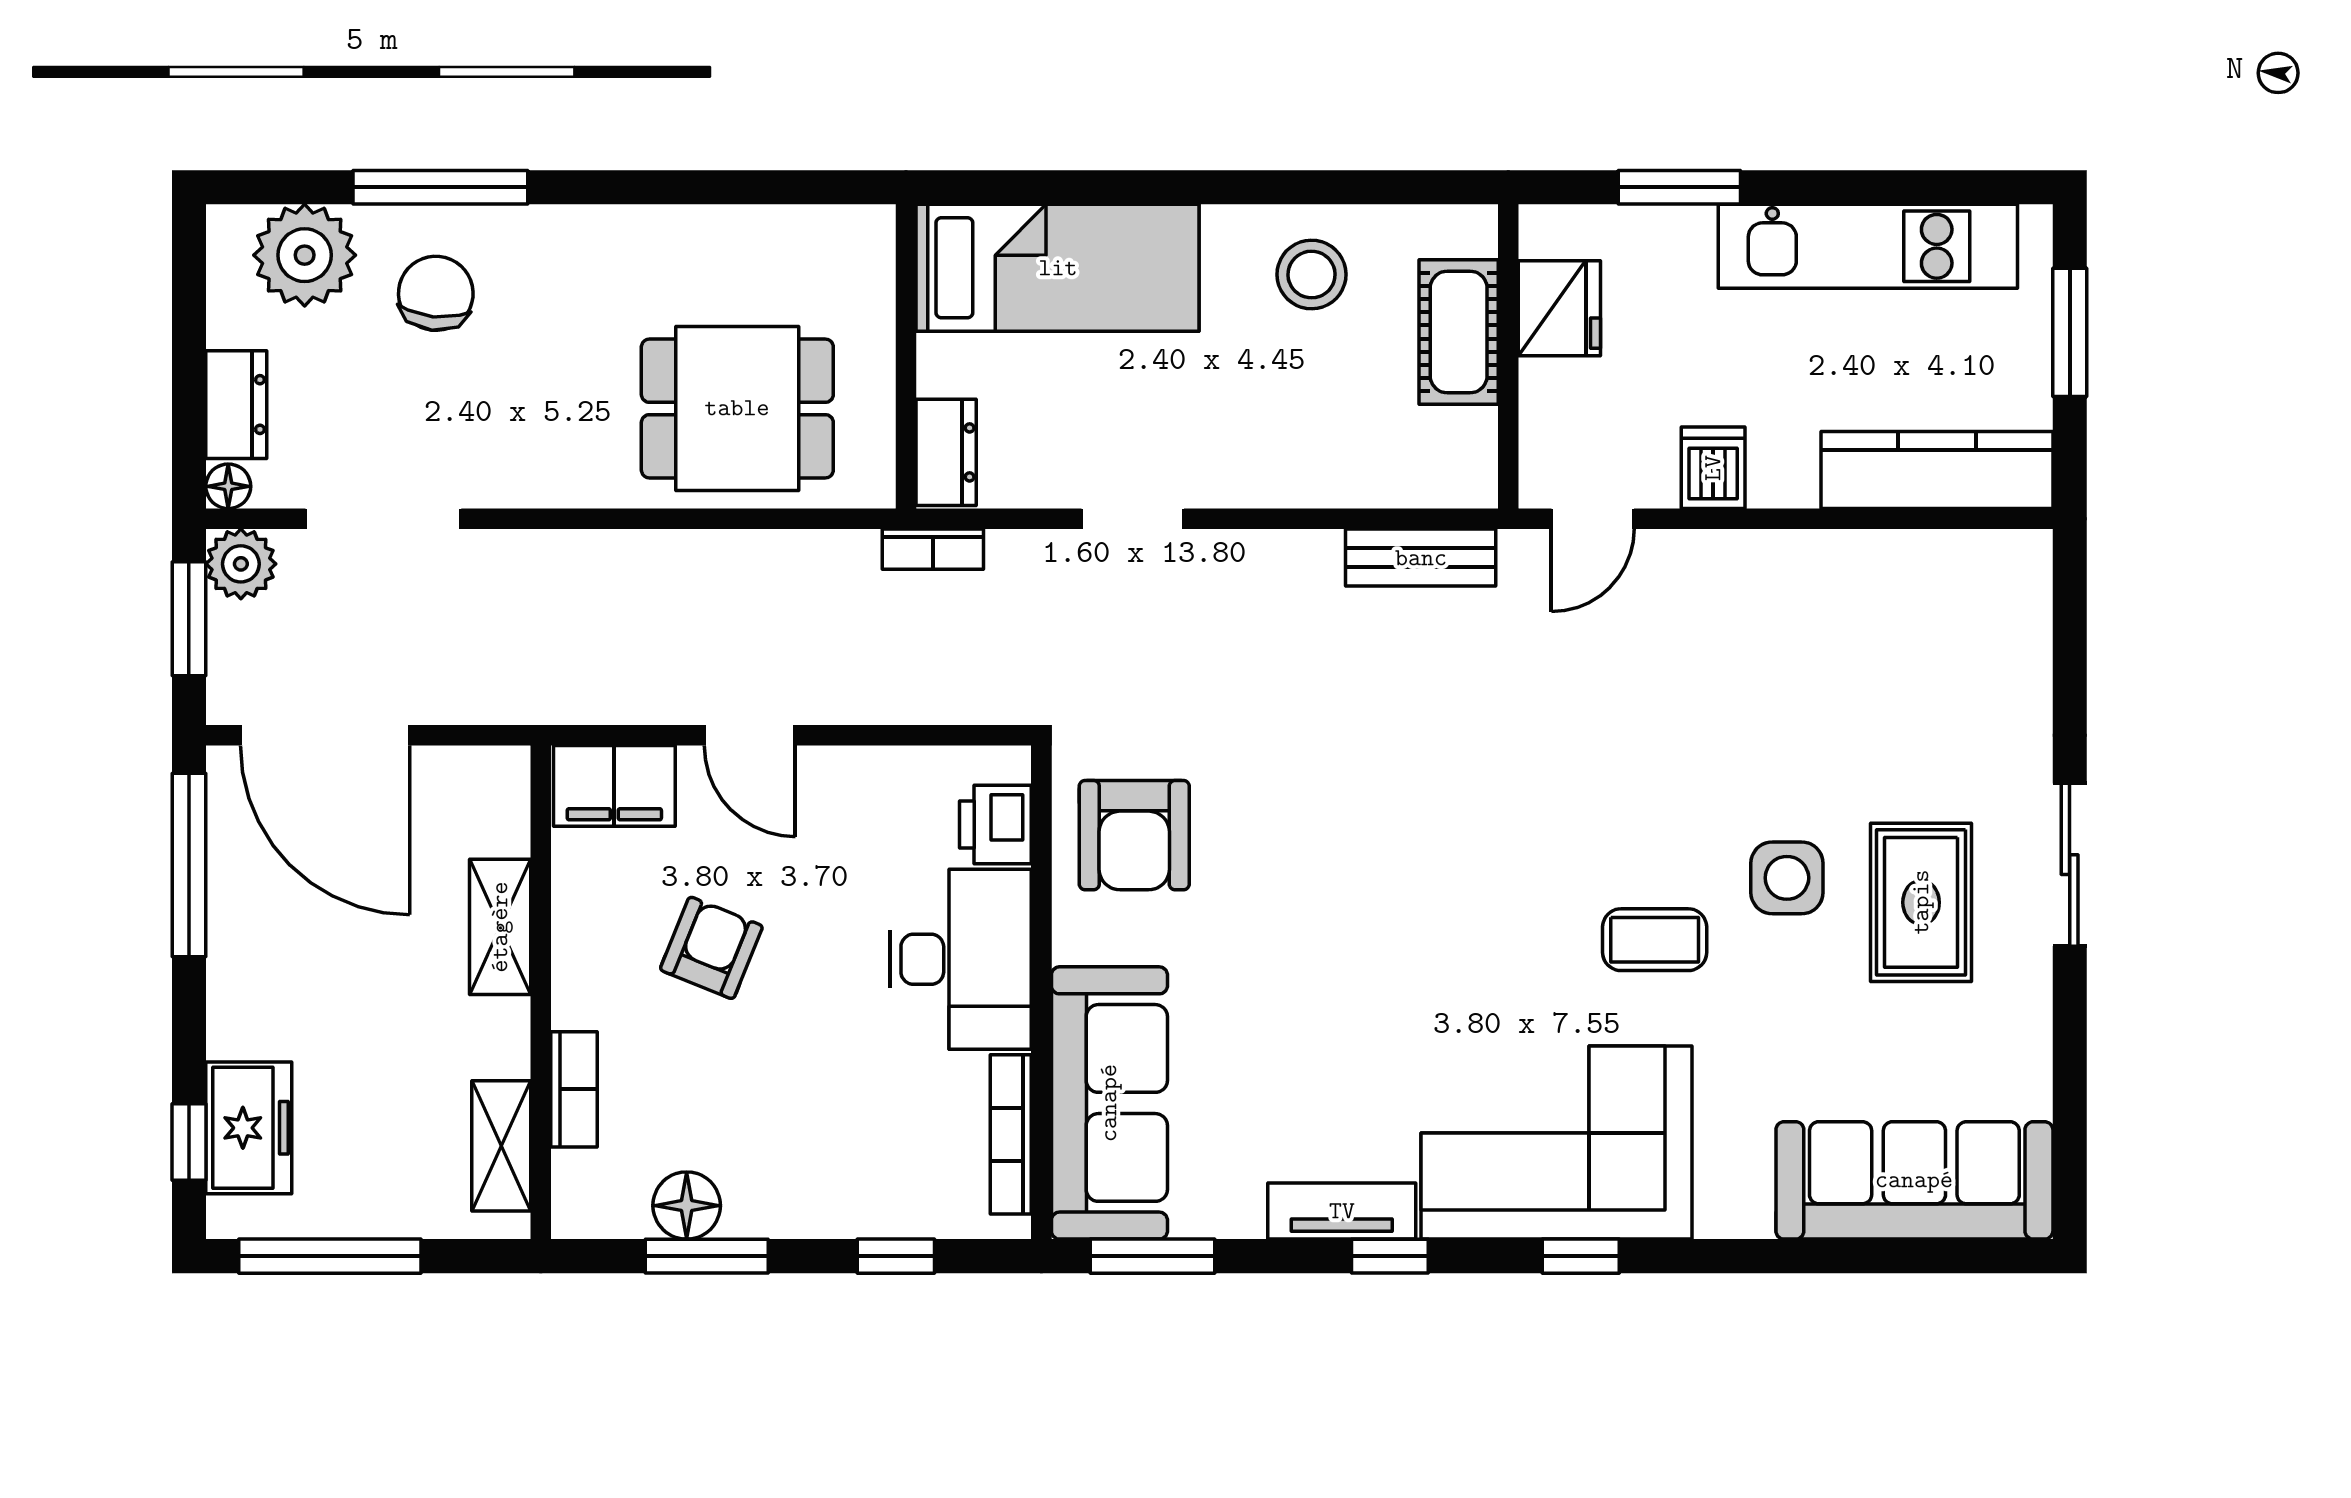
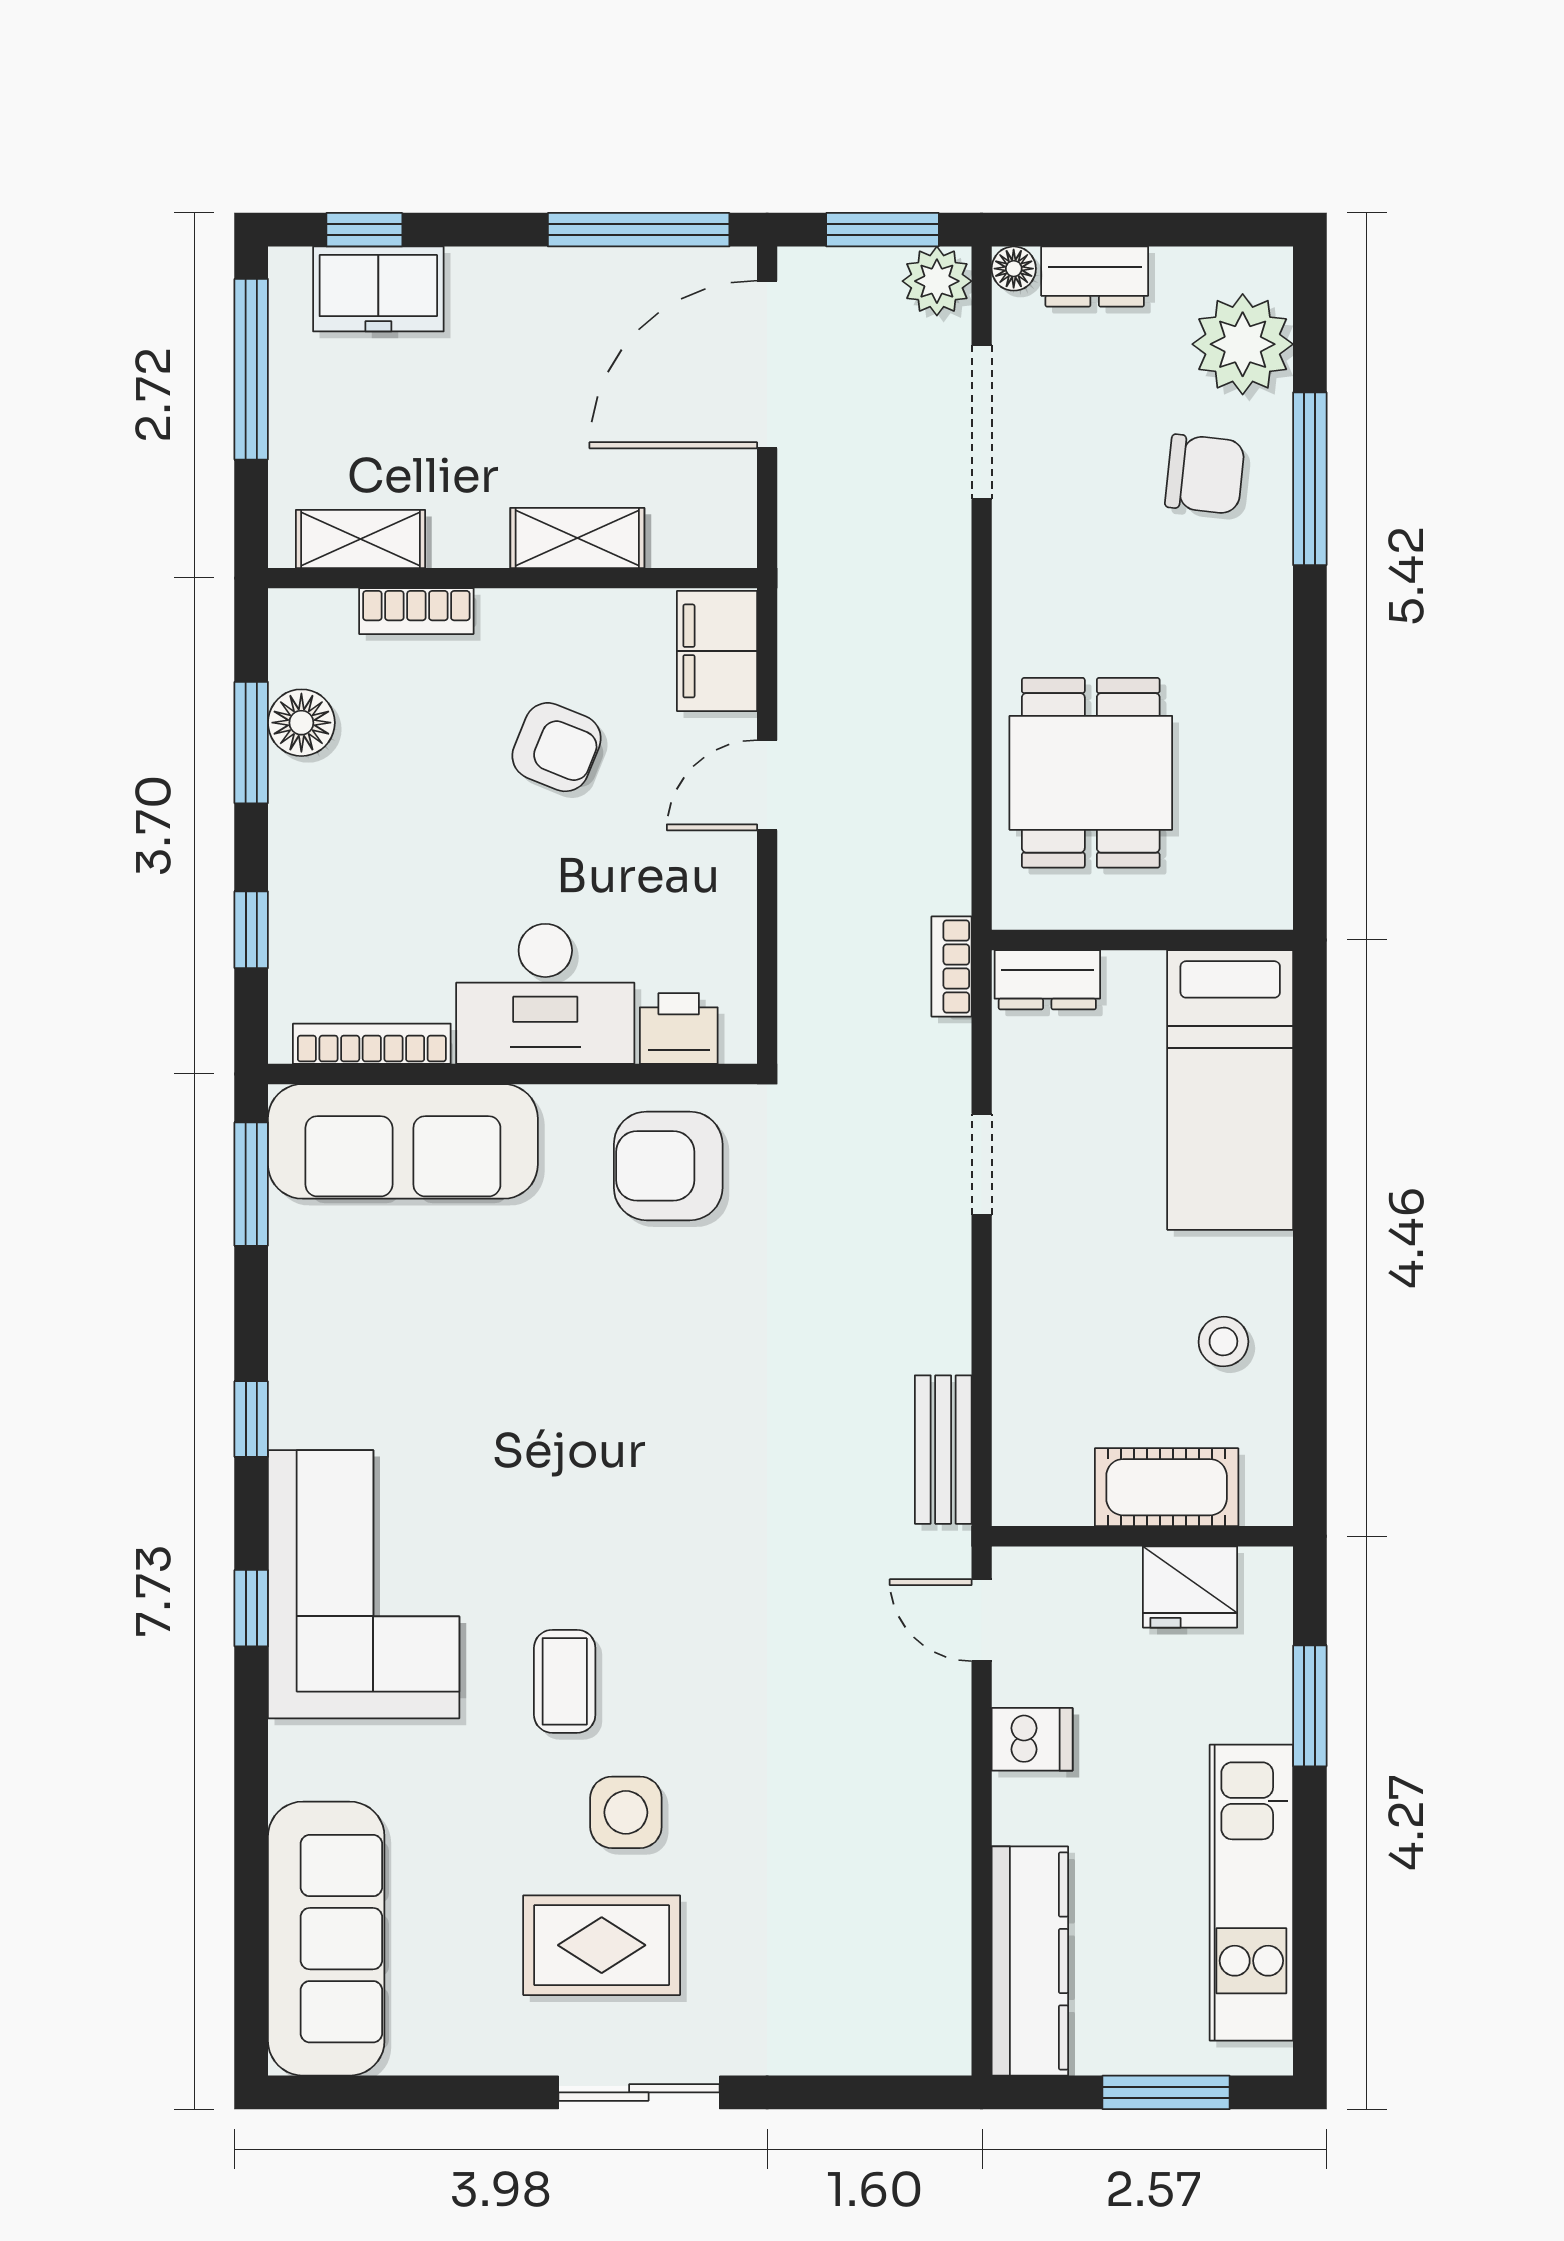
stool: (1312, 275) -> (1223, 1342), width x0.73, depth x0.73
tv unit: (1342, 1211) -> (296, 1371), removed

